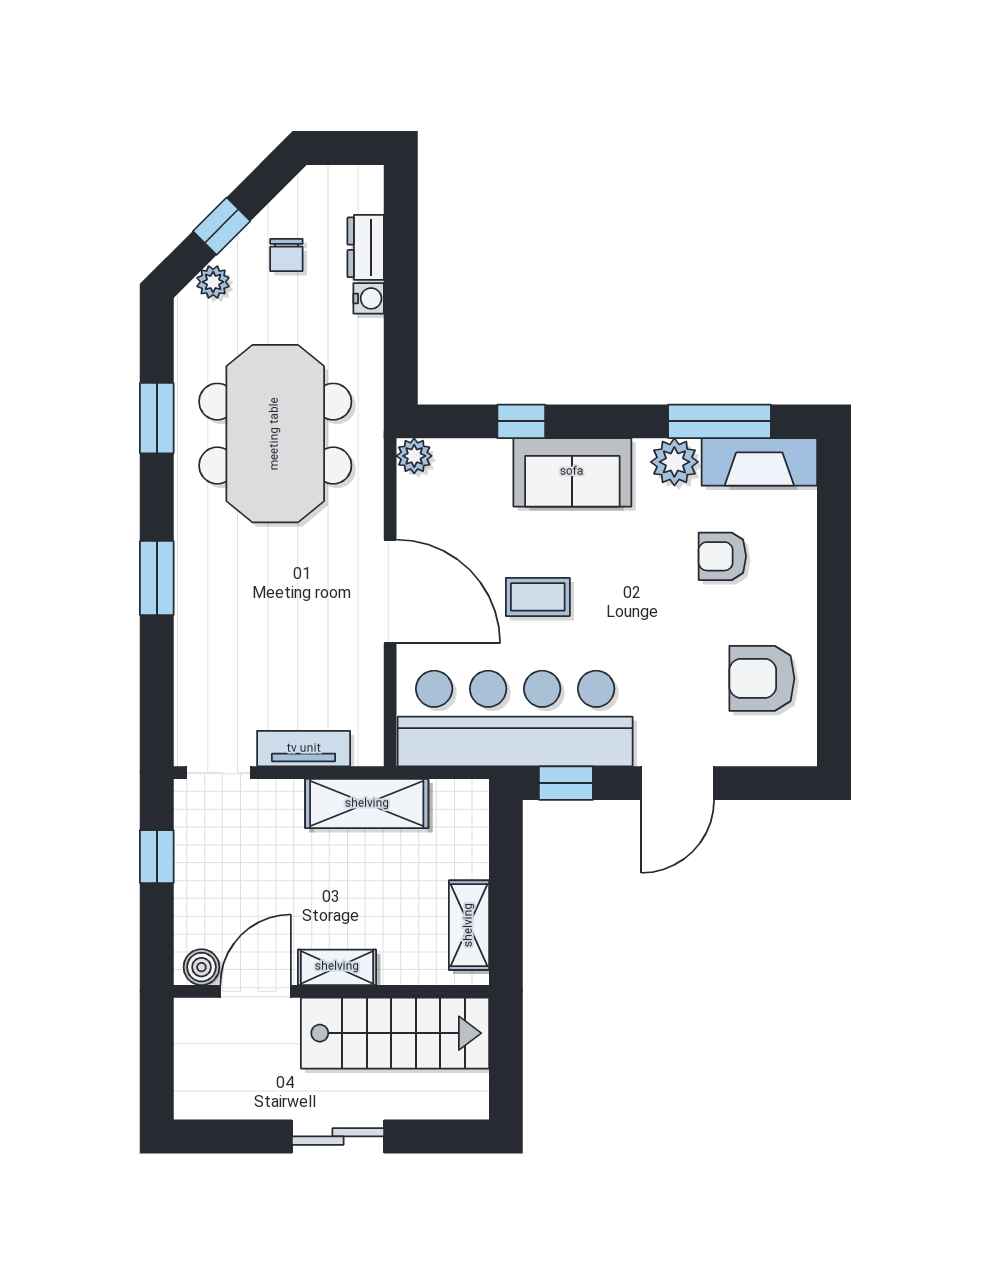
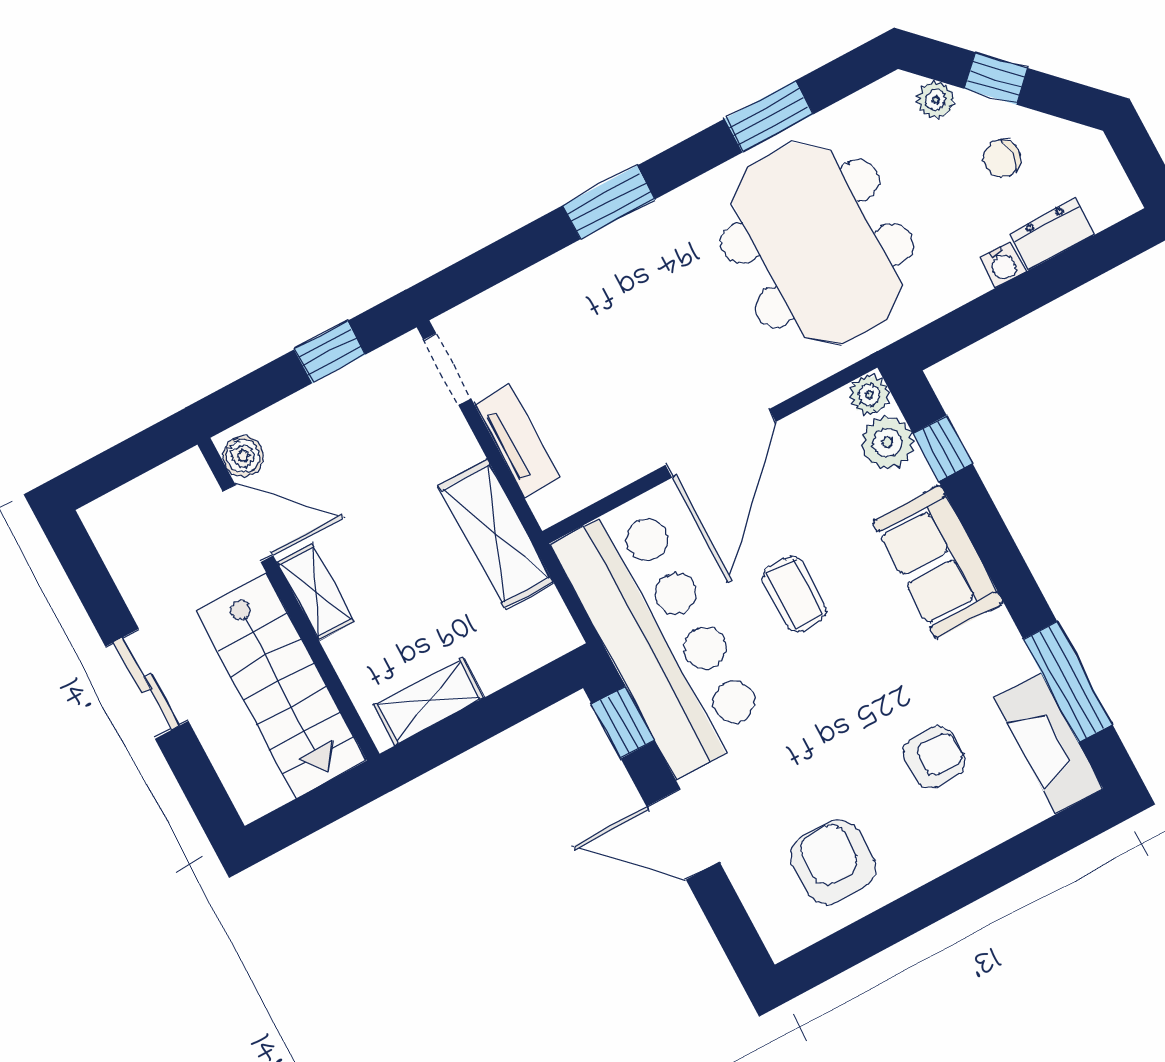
window: (521, 421) -> (943, 448), moved
meeting table: (275, 434) -> (817, 244), turned 90
plant: (674, 462) -> (887, 443), moved
armchair: (722, 556) -> (934, 757), turned 90

